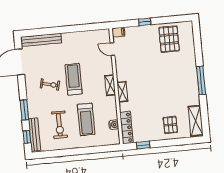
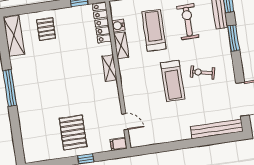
pallet: (169, 39) -> (73, 133), moved
shelving: (110, 85) -> (121, 45), moved

